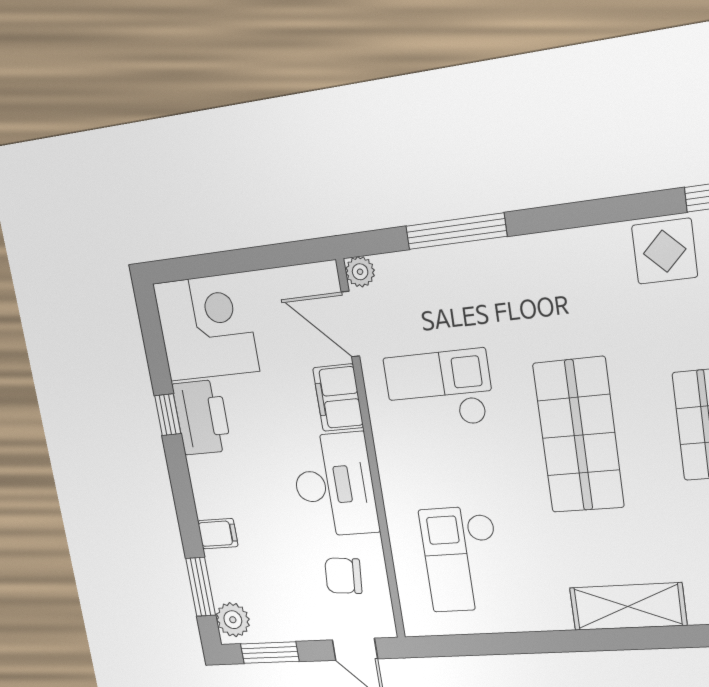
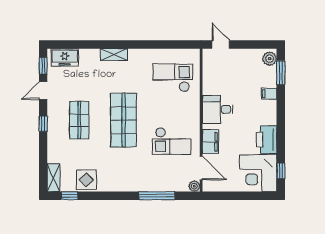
window: (168, 415) -> (281, 171), moved
desk: (334, 485) -> (218, 109), width x0.73
checkout: (462, 559) -> (173, 78), turned -90
chair: (343, 576) -> (220, 74), removed
shelving: (628, 607) -> (114, 55), width x0.67, depth x0.75
window: (270, 653) -> (256, 45), removed

